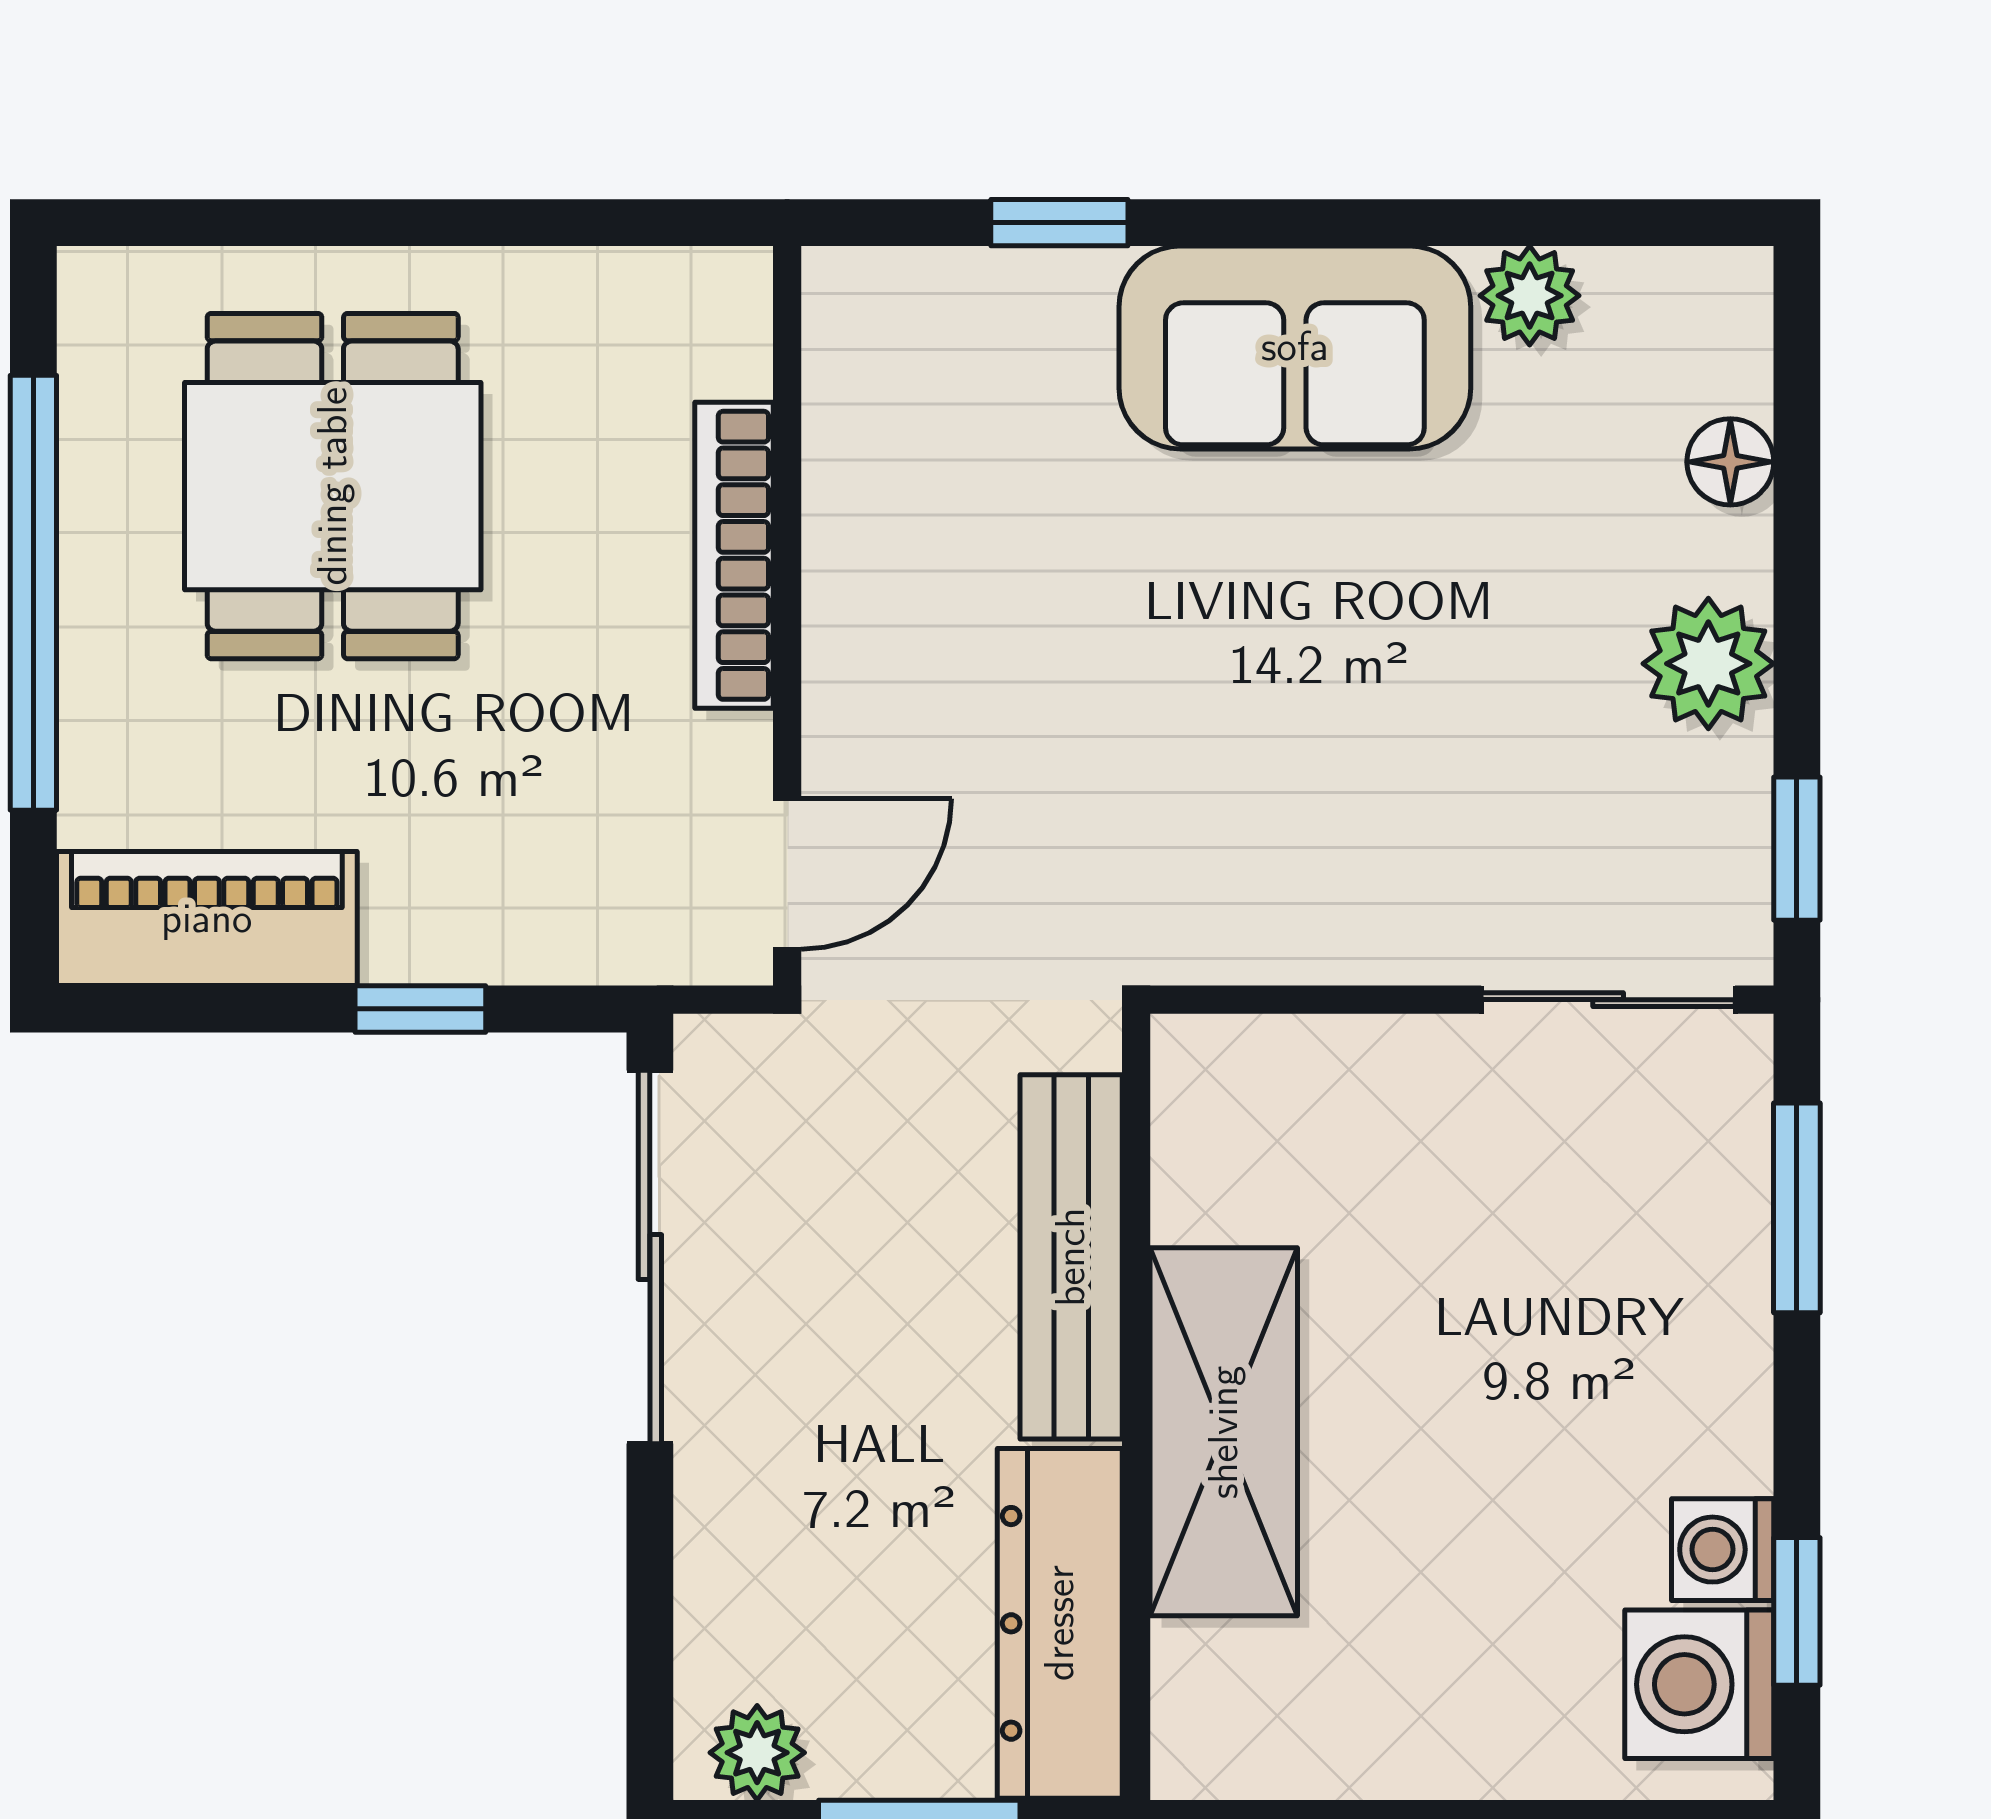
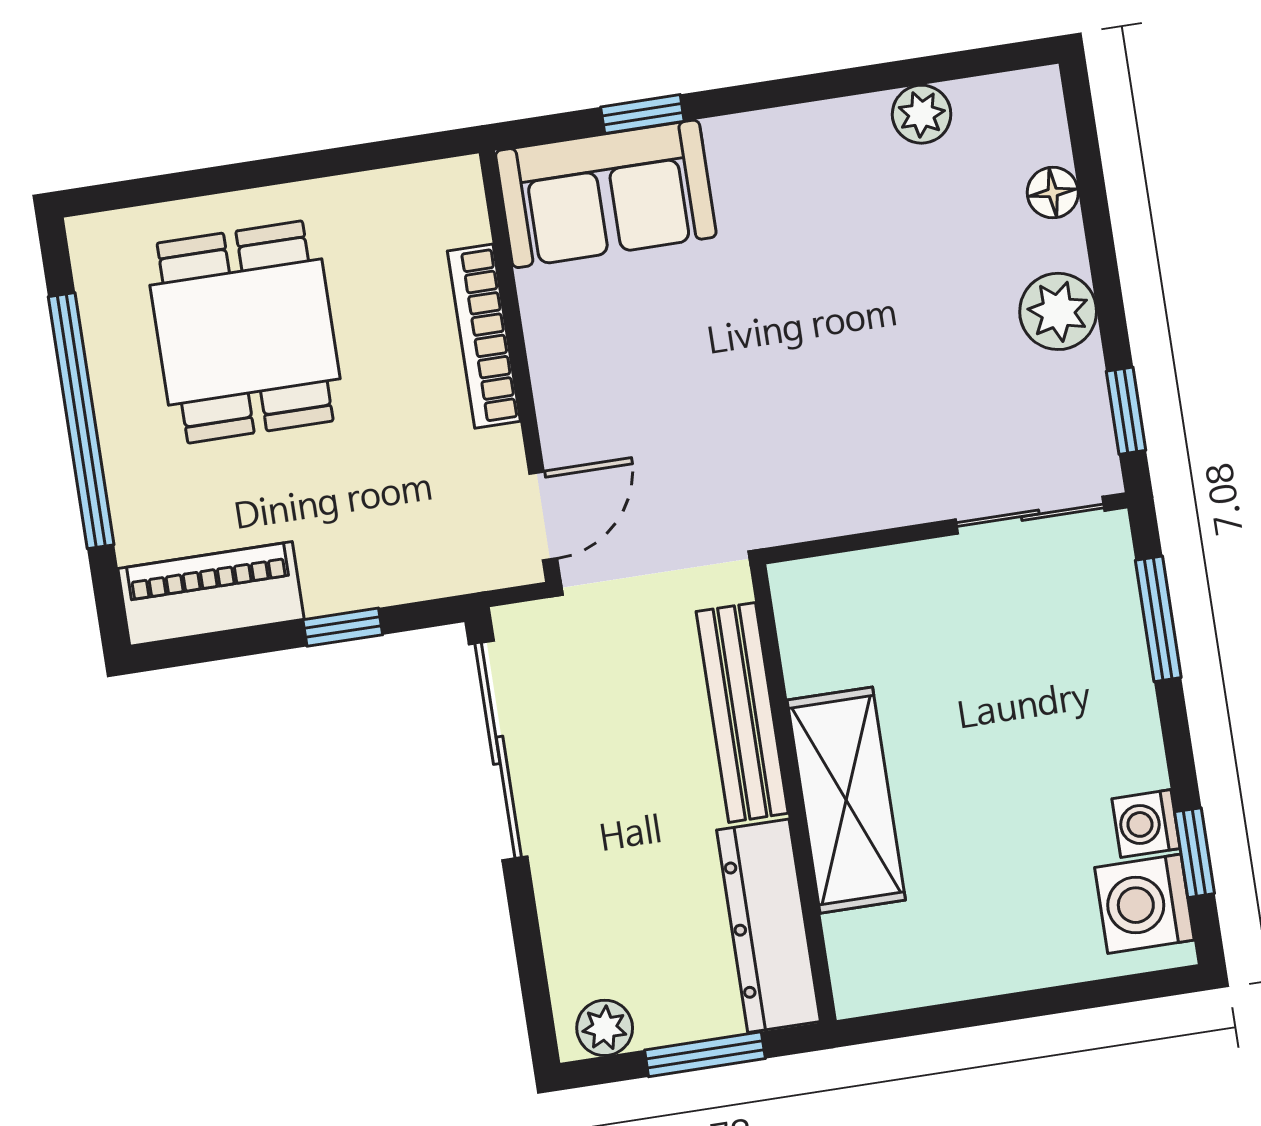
sofa: (1295, 347) -> (606, 194), moved

